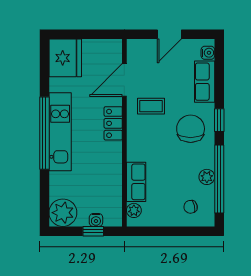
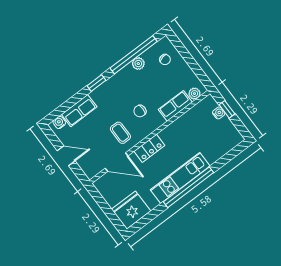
chair: (191, 129) -> (140, 111), moved, width x0.54, depth x0.54
plant: (63, 213) -> (230, 137), removed

